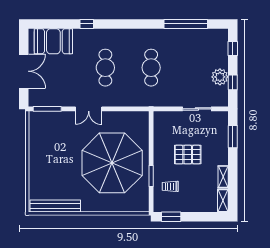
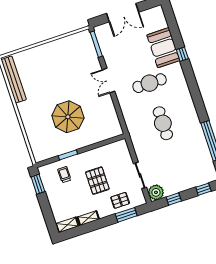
booth: (53, 41) -> (163, 48), moved
cafe table: (151, 68) -> (163, 123), turned 90
plant: (220, 77) -> (156, 192), moved
pallet: (216, 138) -> (120, 200), added
parasol: (112, 163) -> (68, 117), width x0.54, depth x0.54

